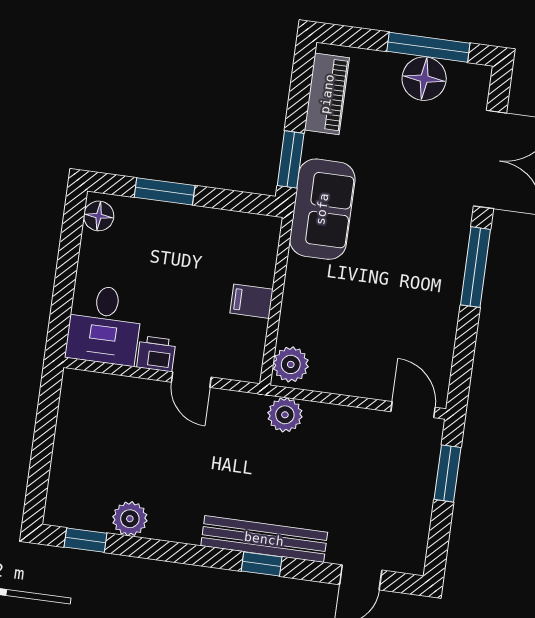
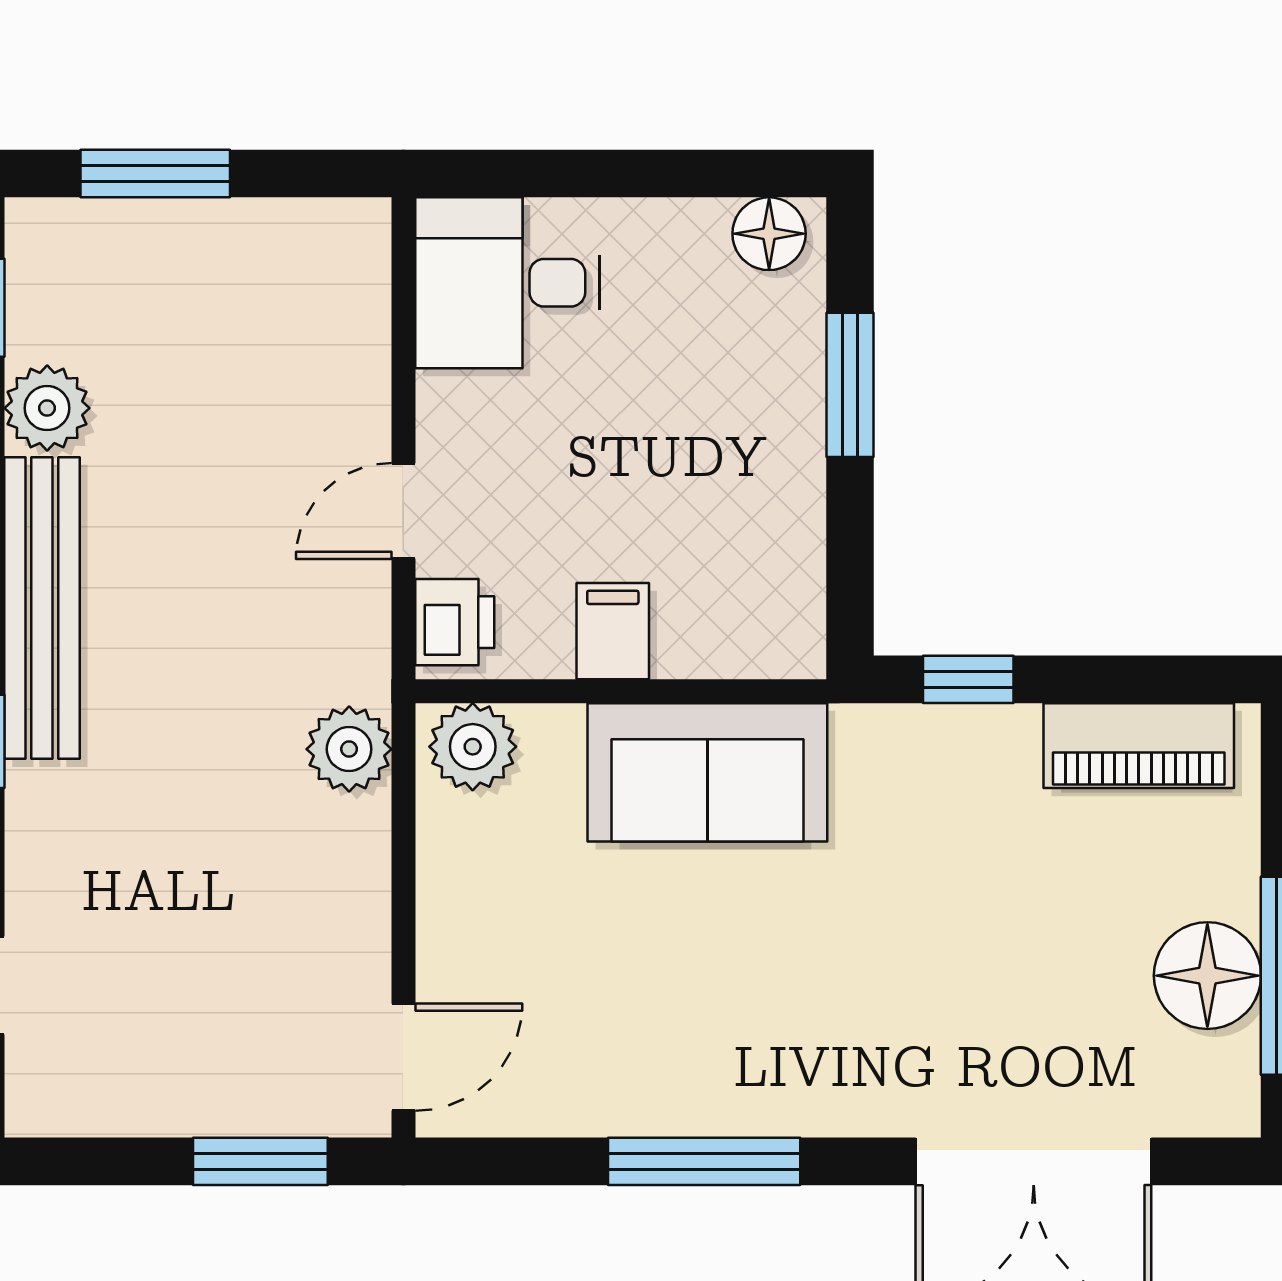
window: (291, 159) -> (968, 679), width x0.67
sofa: (322, 209) -> (707, 772), moved
window: (475, 267) -> (704, 1161), moved
printer: (156, 354) -> (455, 622), moved
window: (41, 462) -> (155, 174), added
bench: (264, 539) -> (42, 608), moved

